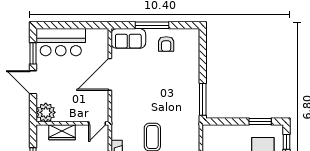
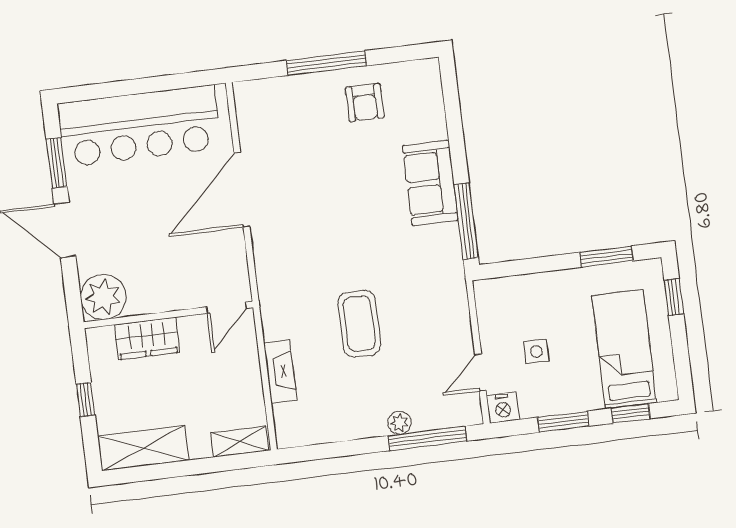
sofa: (128, 38) -> (430, 183), moved, turned 90
bar counter: (61, 42) -> (139, 126), width x1.36

